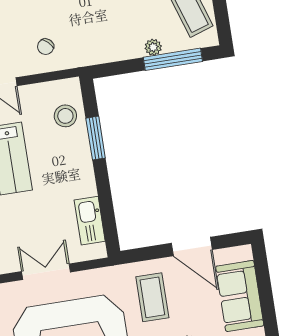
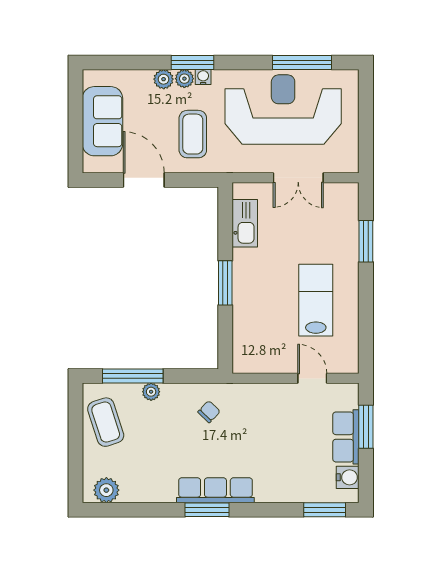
chair: (46, 47) -> (209, 412), moved
stool: (65, 116) -> (253, 335), removed
window: (96, 138) -> (225, 283), moved

